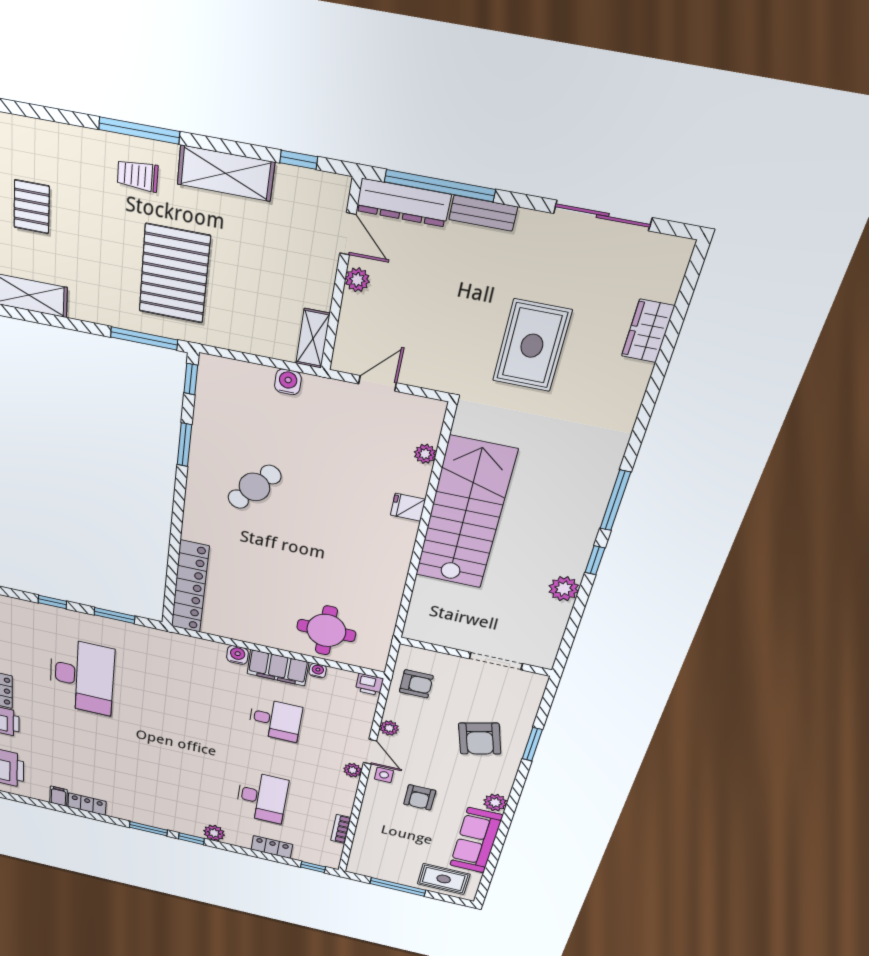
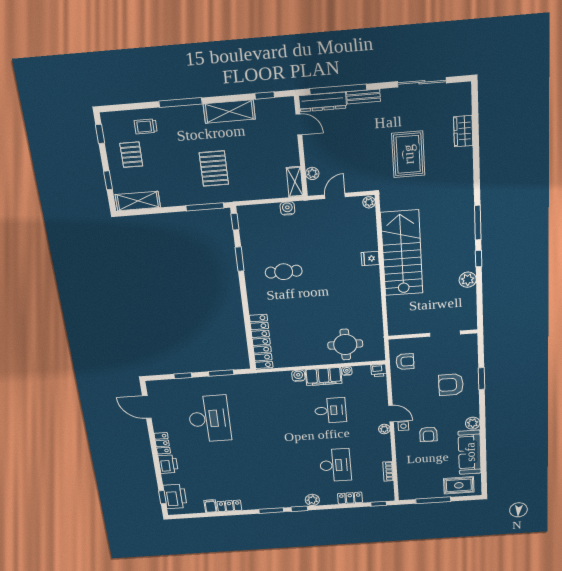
trolley: (138, 176) -> (146, 126), moved
pallet: (174, 274) -> (214, 169), width x0.73, depth x0.71
plant: (357, 280) -> (312, 173), moved
plant: (425, 454) -> (369, 202), moved
cafe table: (254, 487) -> (284, 272), turned 50
plant: (389, 728) -> (398, 394), removed
armchair: (480, 739) -> (451, 385), turned 106

